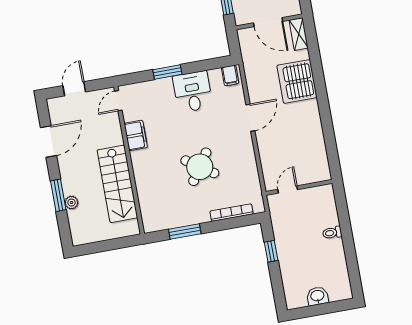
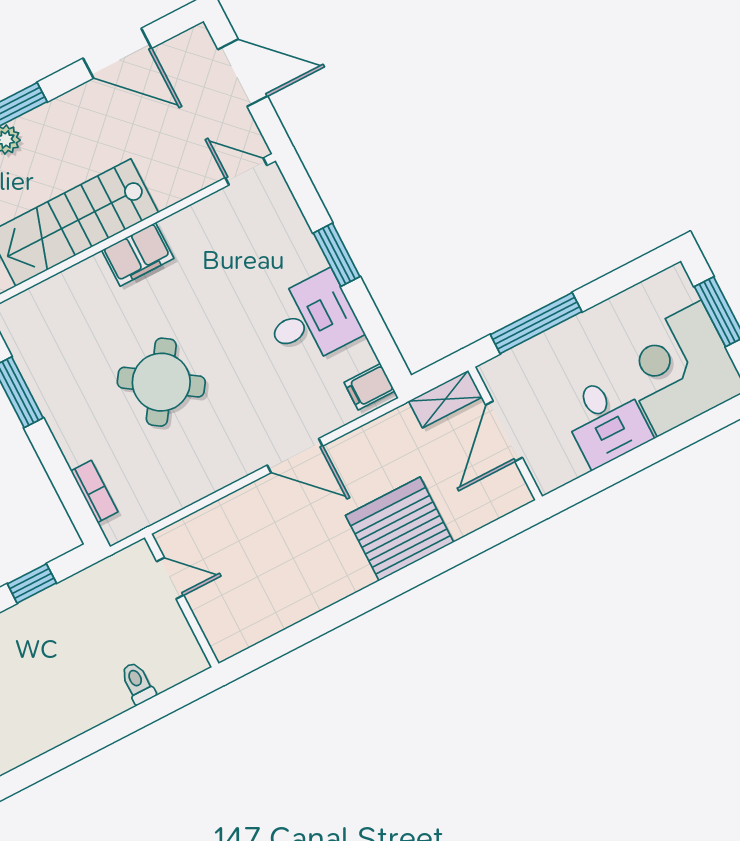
shelving: (299, 34) -> (445, 399), moved
door: (74, 89) -> (243, 73), width x1.38
filing cabinet: (136, 135) -> (138, 254), moved
bookcase: (232, 213) -> (94, 491), width x0.64
toilet: (332, 233) -> (138, 683), moved

